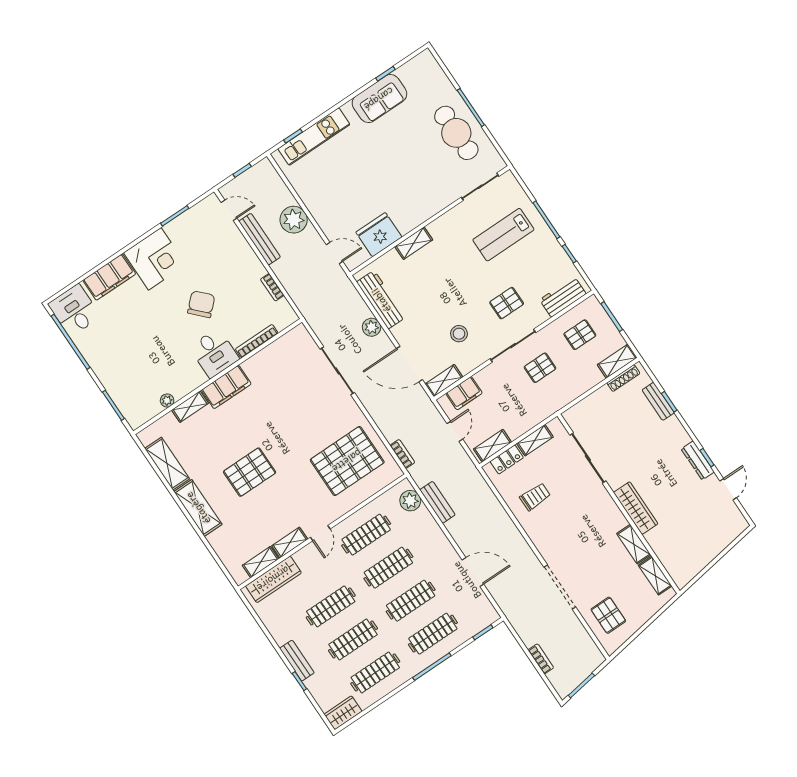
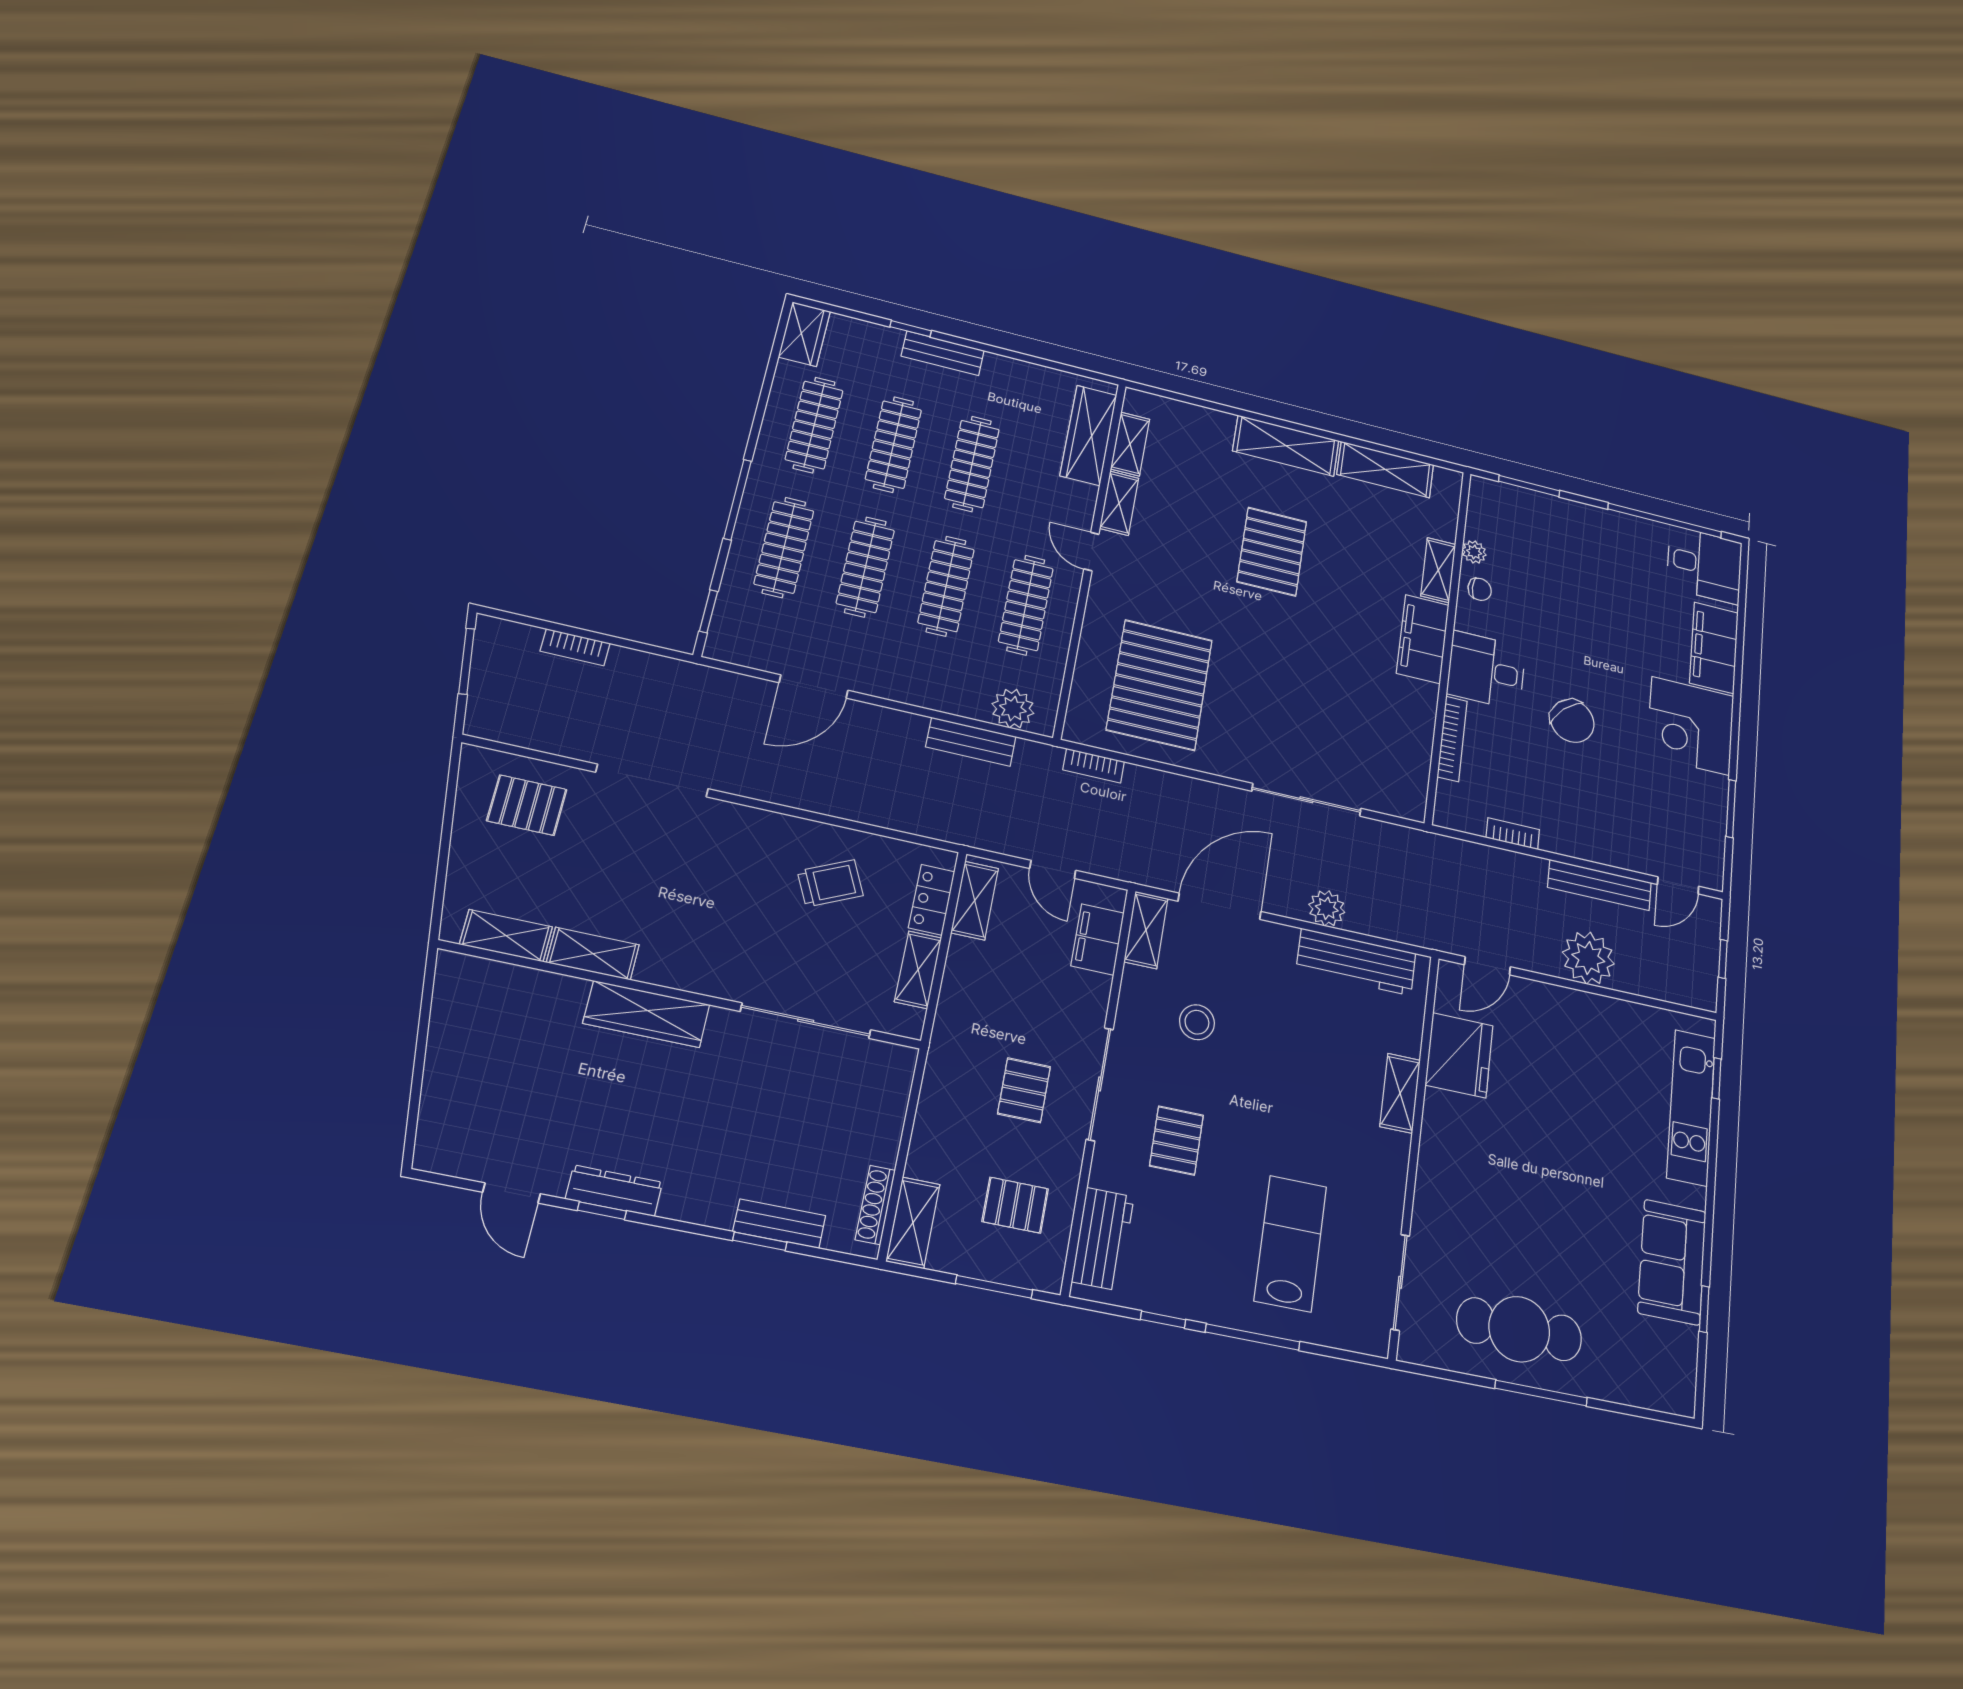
pallet: (580, 335) -> (1015, 1205), turned 90
chair: (181, 385) -> (1480, 589), added
trolley: (535, 497) -> (830, 883), turned -115

